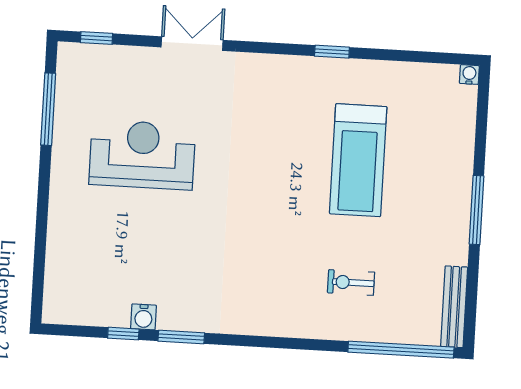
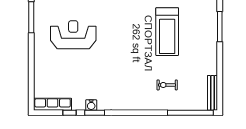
window: (476, 210) -> (220, 27), moved
row of seats: (86, 312) -> (53, 104), added
water cooler: (143, 317) -> (91, 105), moved

